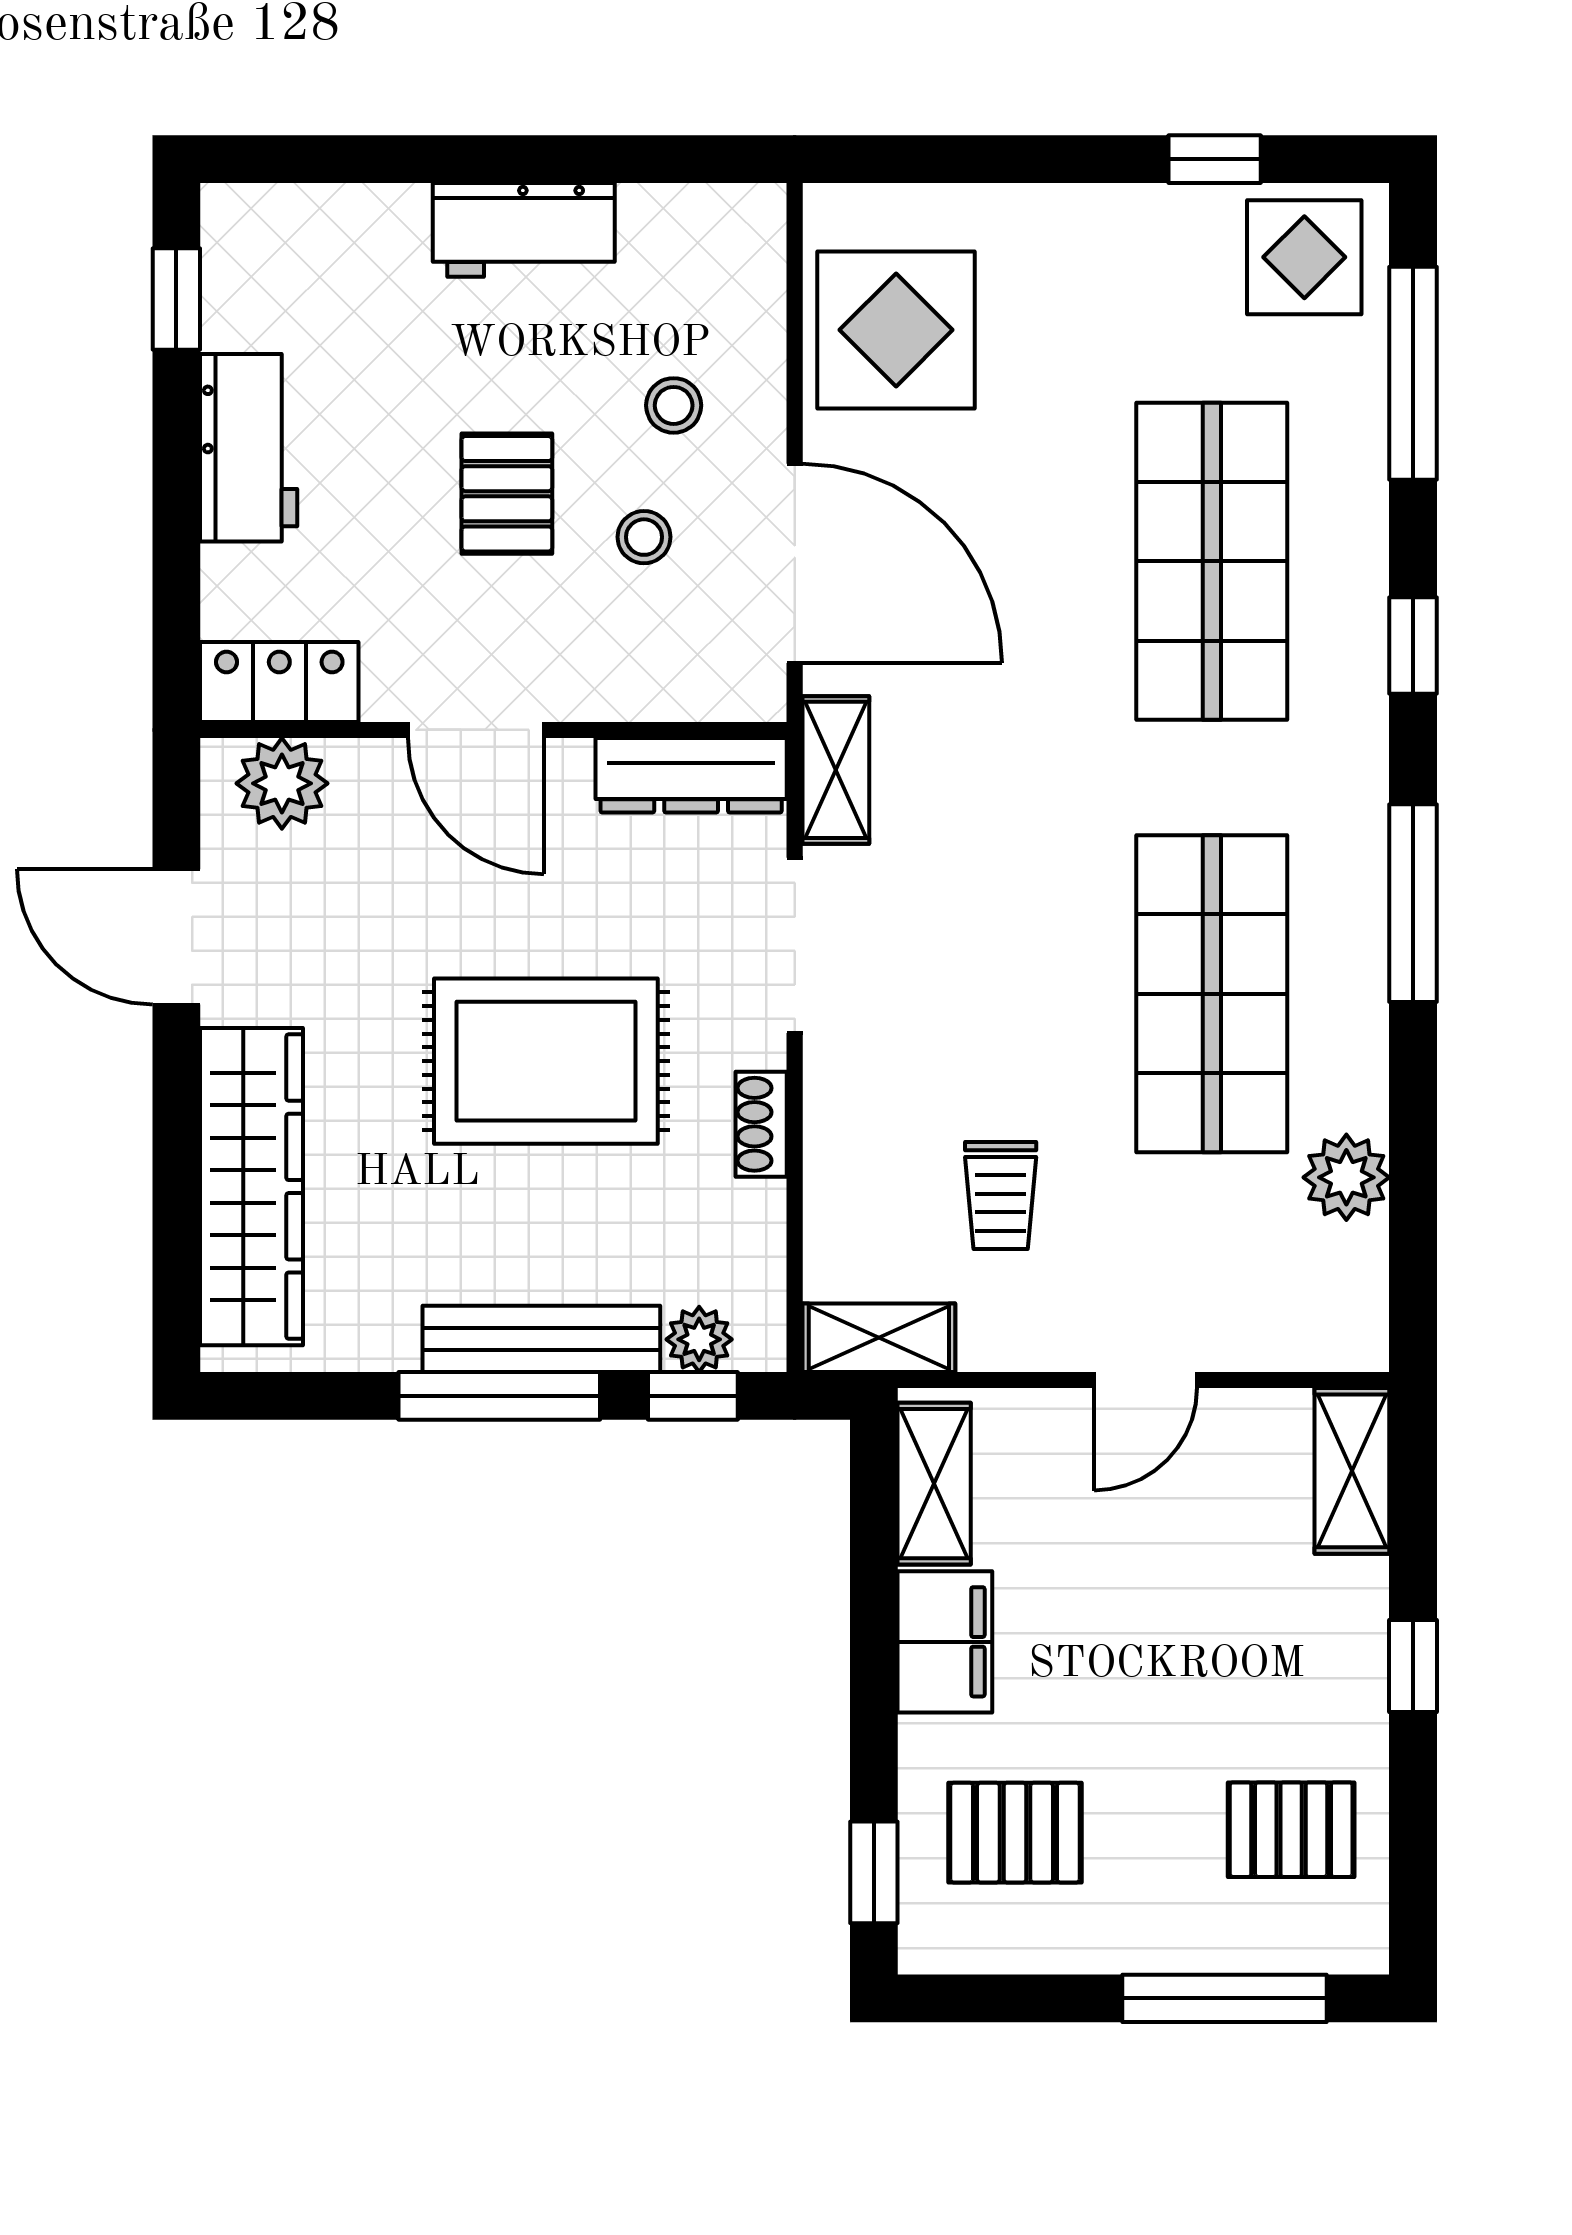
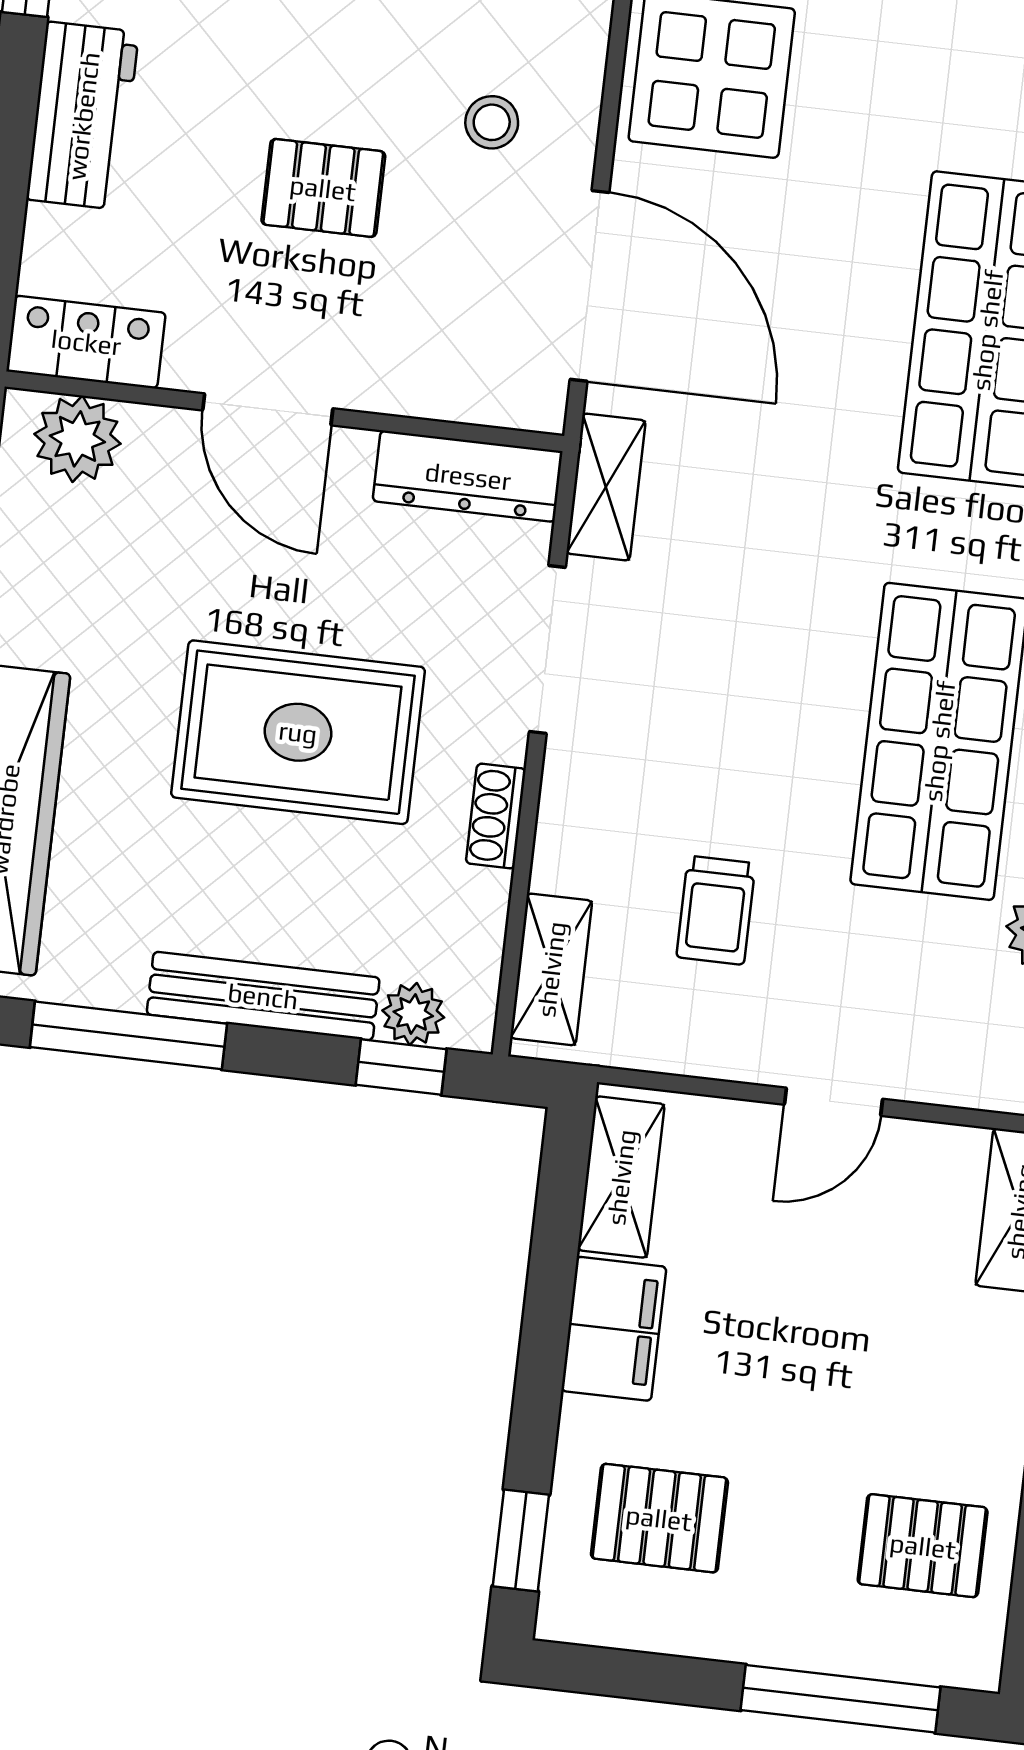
pallet: (507, 494) -> (323, 188), turned 90
stool: (644, 537) -> (449, 244), removed
shelving: (879, 1338) -> (551, 969), moved, turned 90
window: (499, 1396) -> (128, 1035), moved

